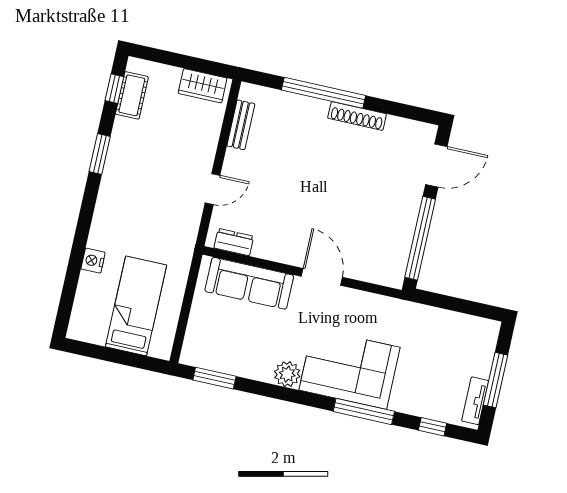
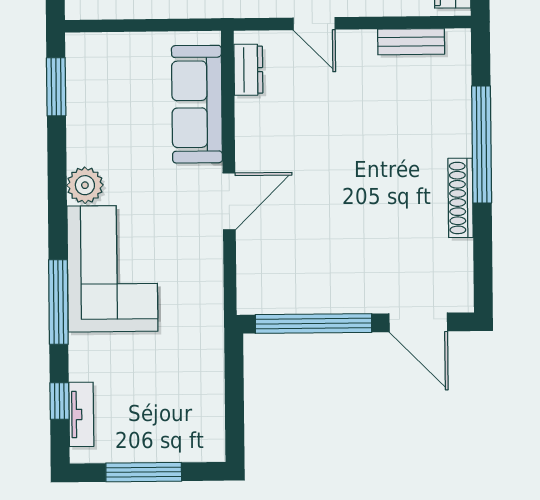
tv unit: (475, 401) -> (81, 414), moved, turned 90

